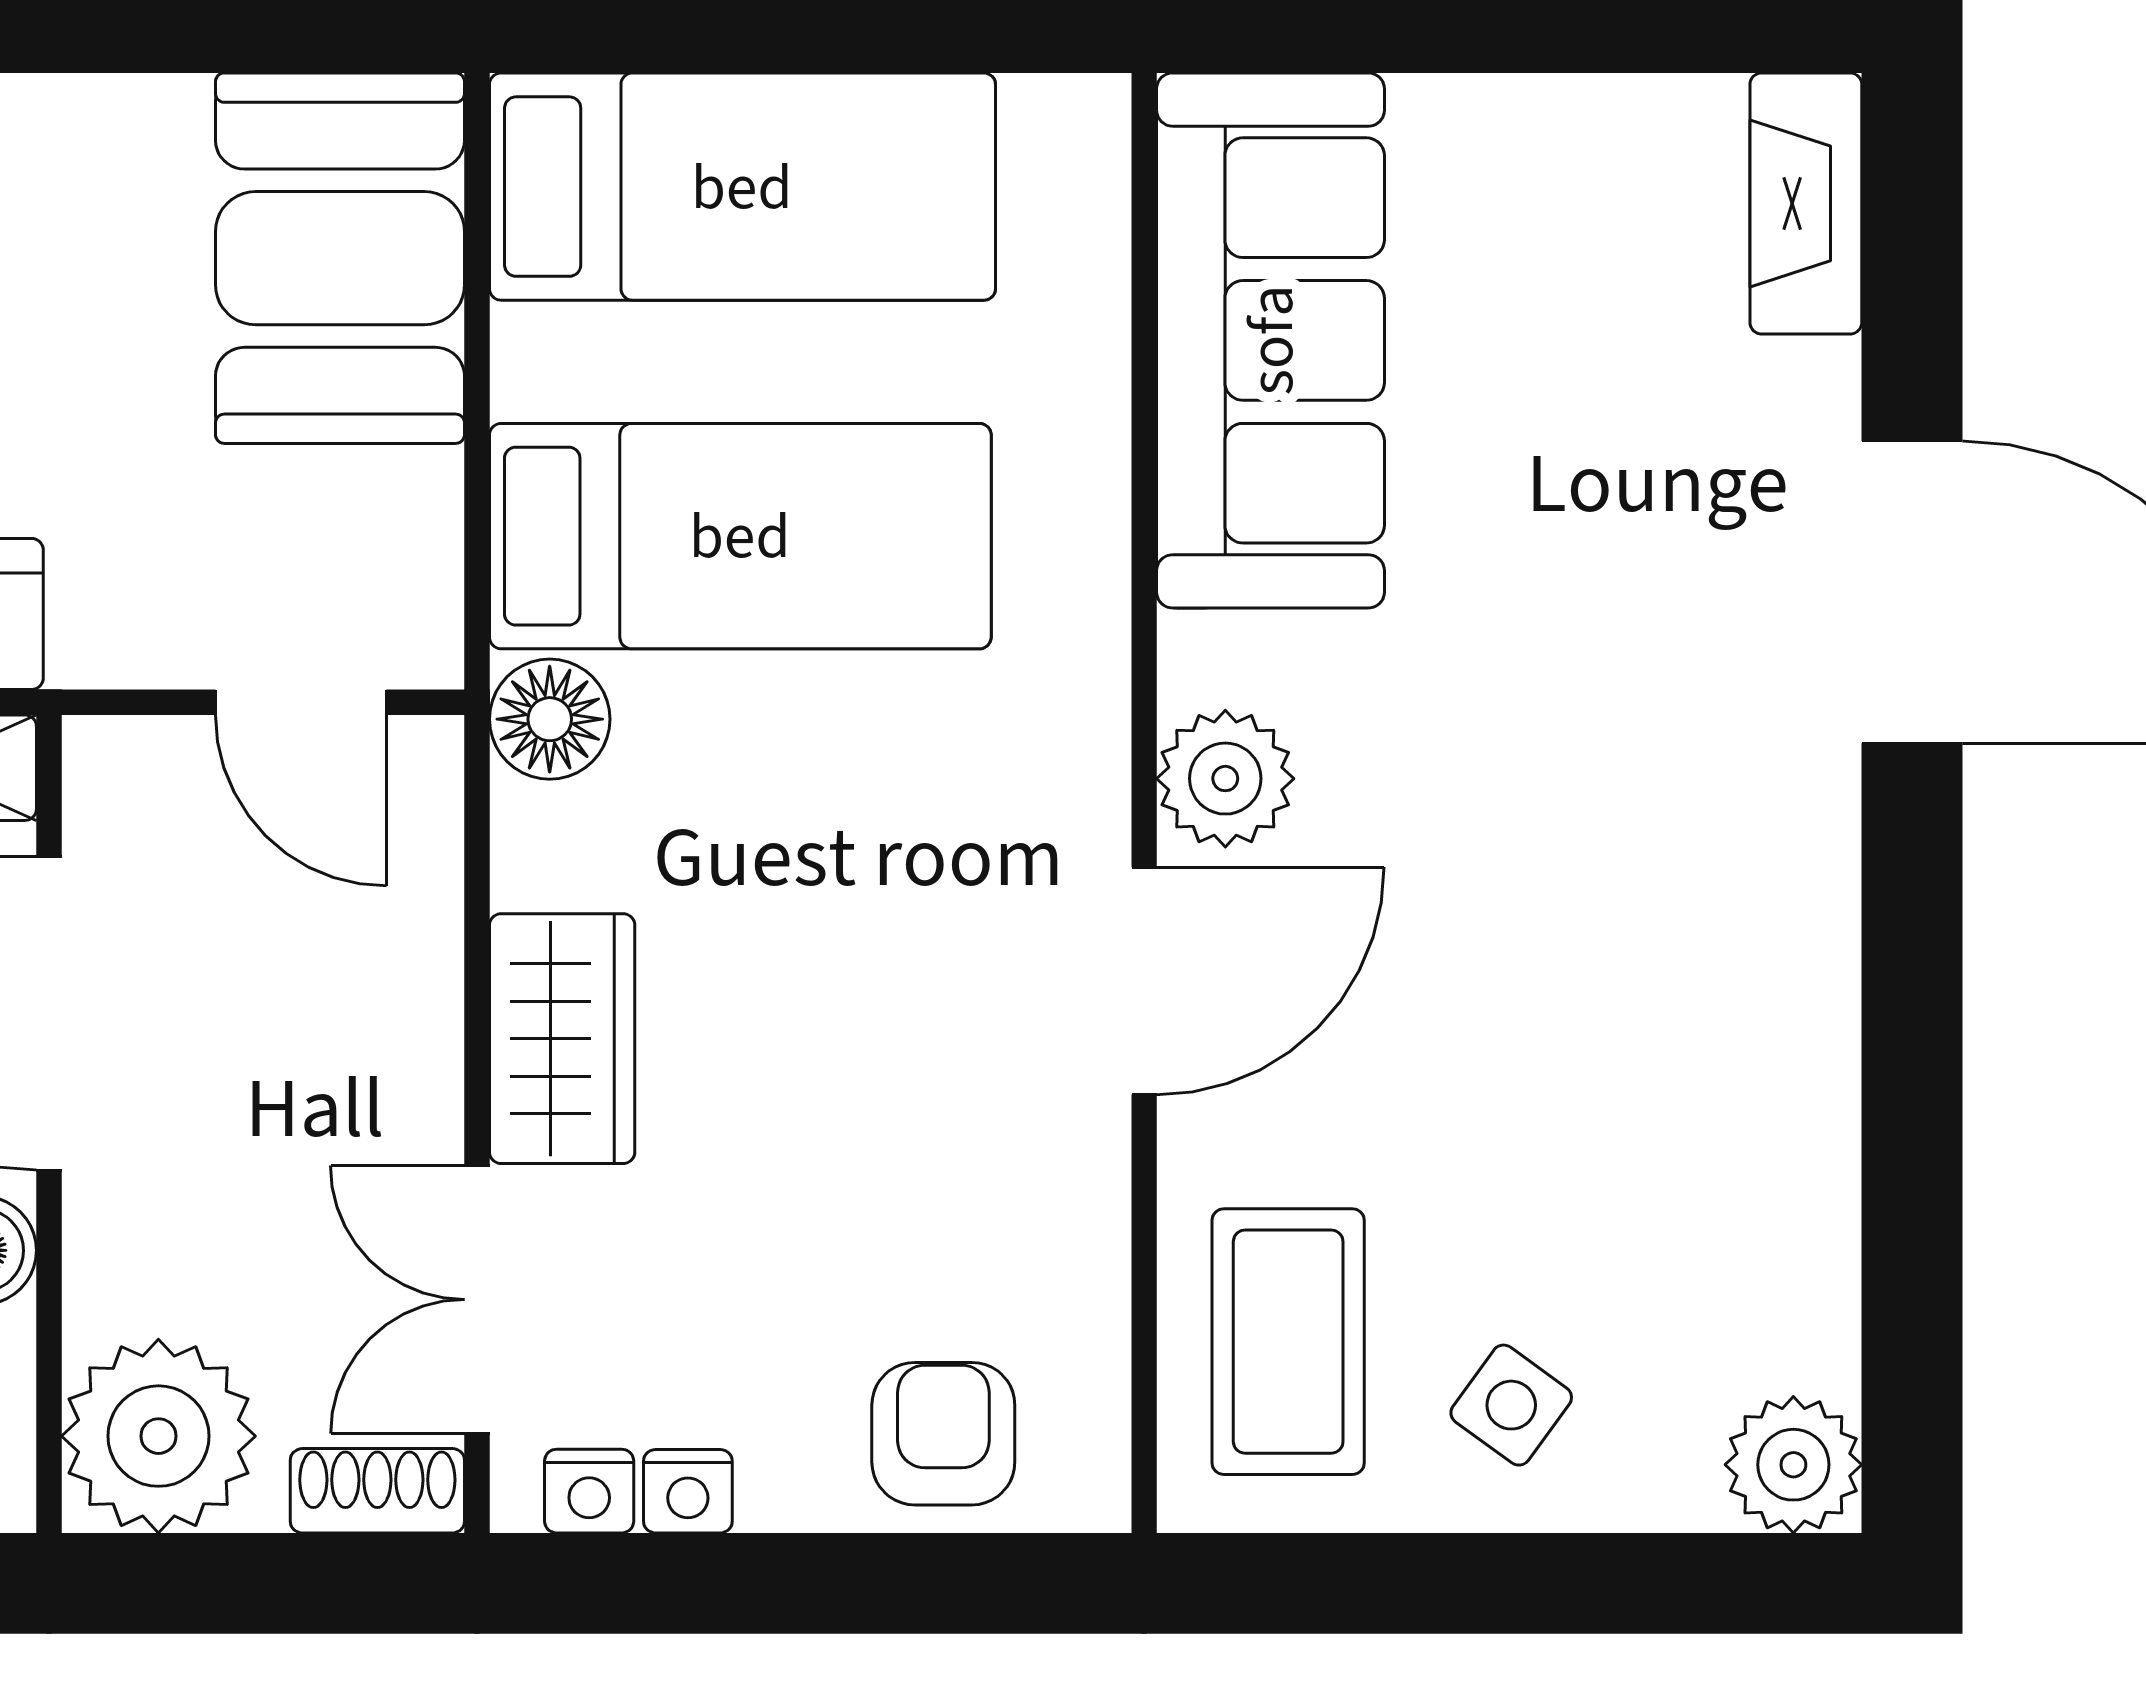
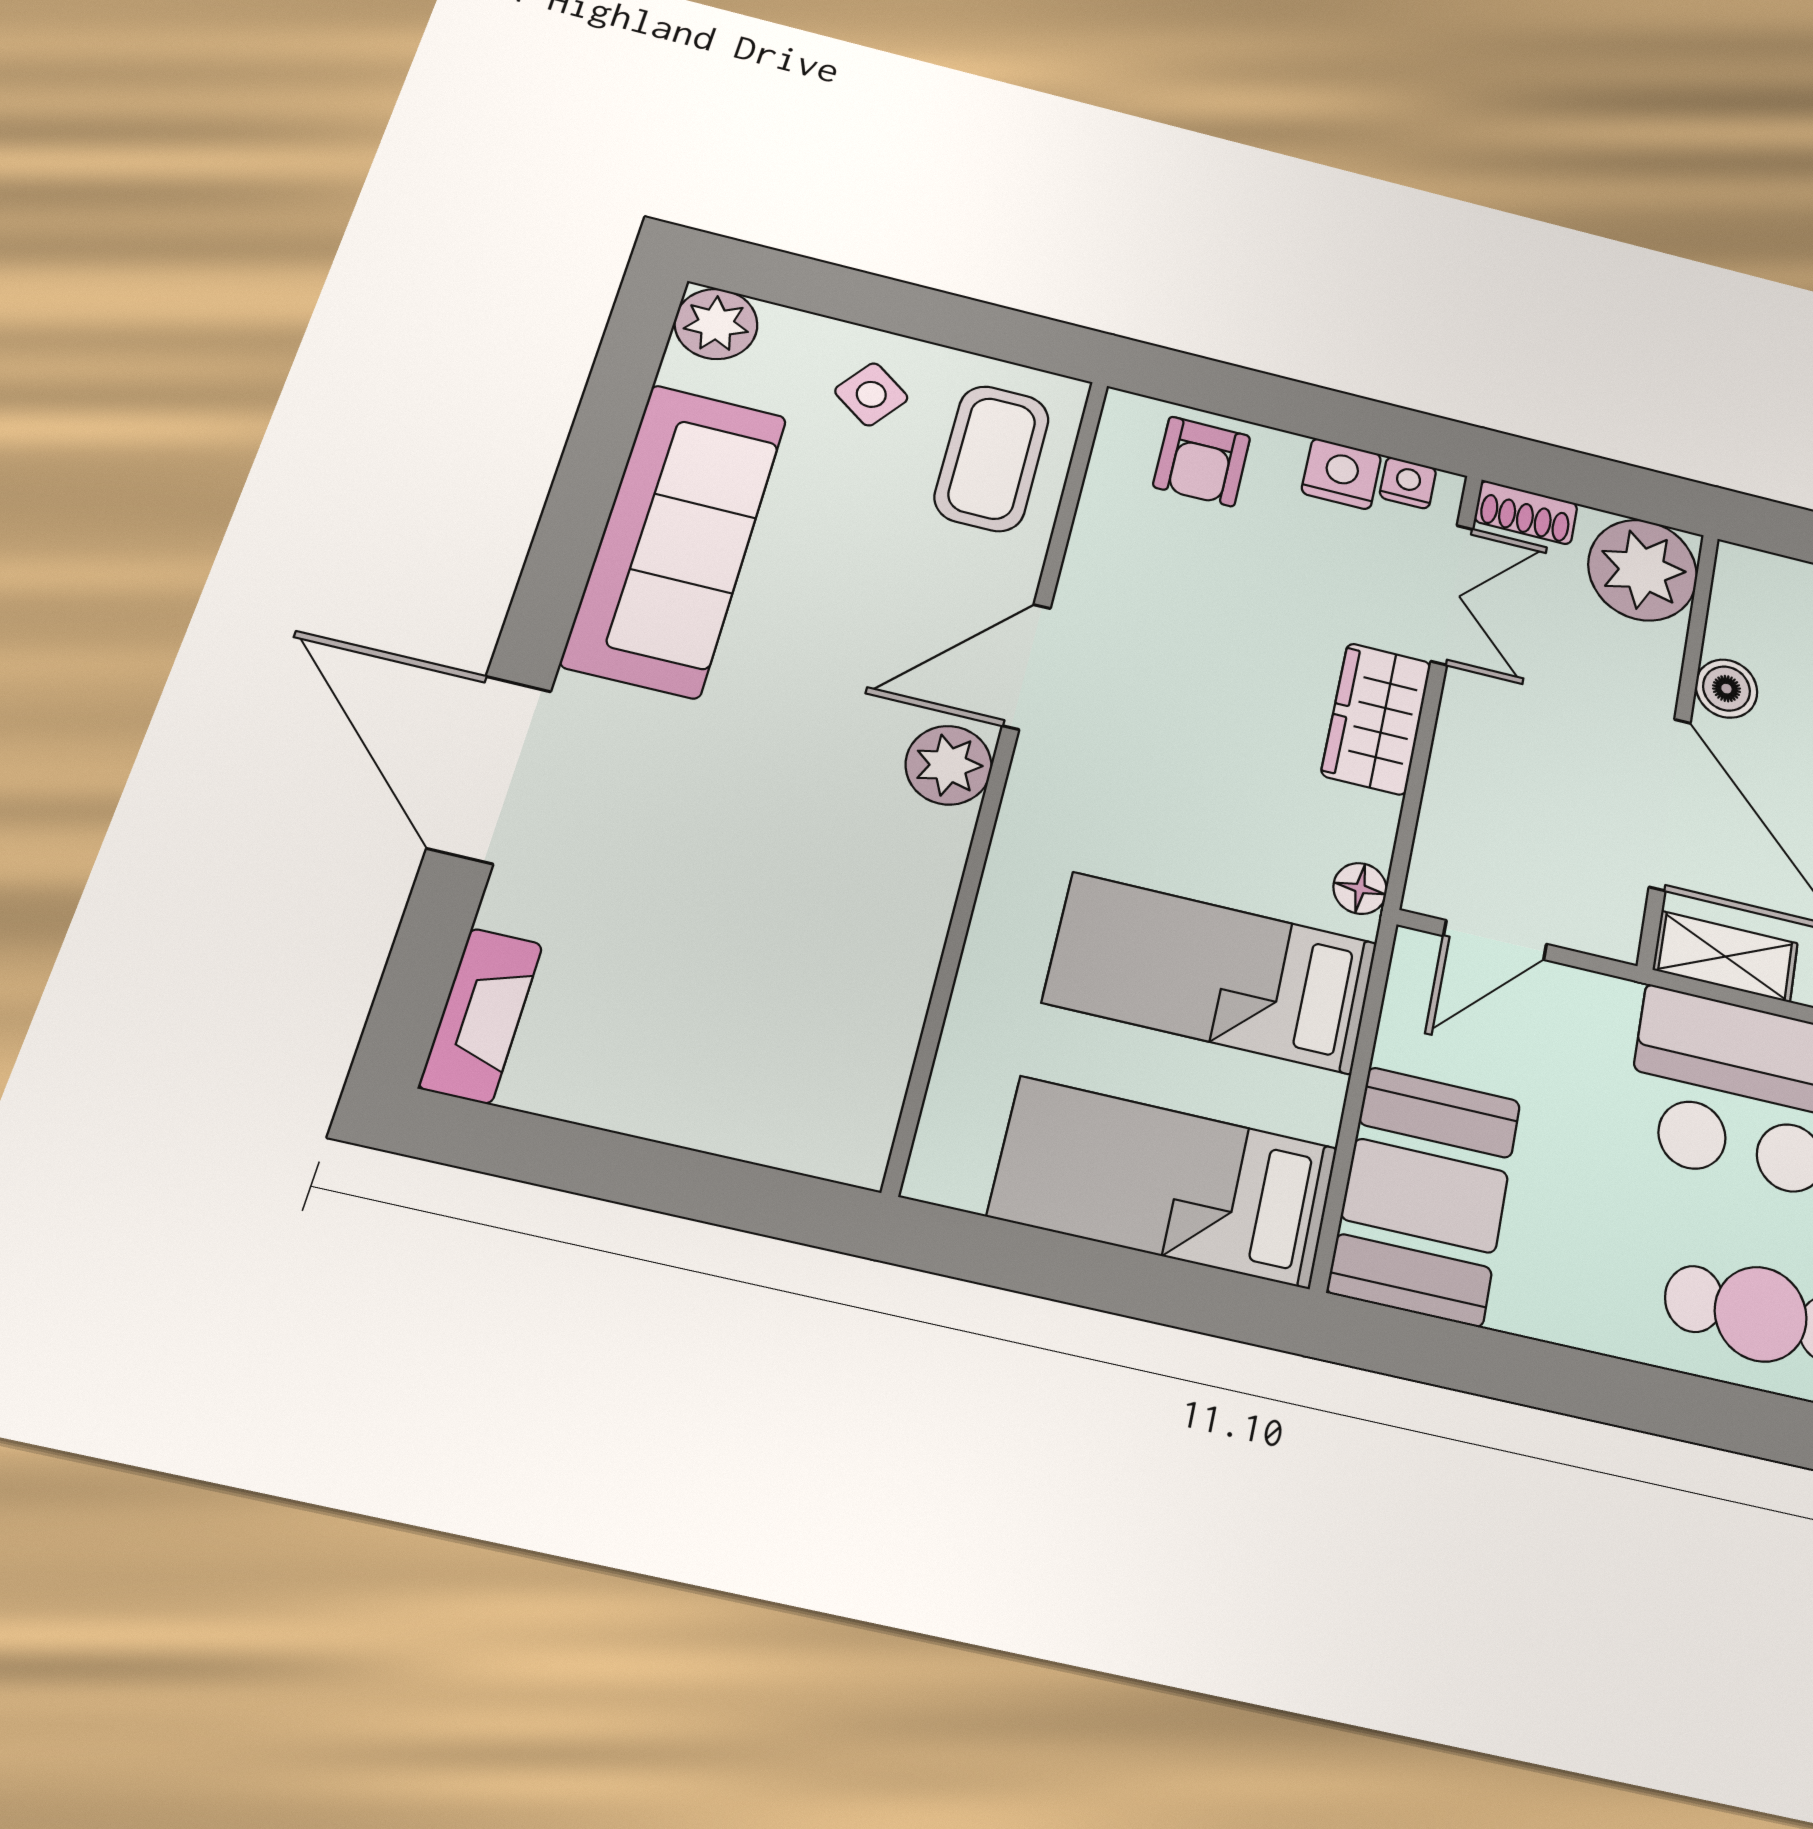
sofa: (1271, 340) -> (675, 539), moved, turned 180
door: (301, 702) -> (1495, 940), swing flipped
floor lamp: (550, 719) -> (1360, 888), width x0.73, depth x0.73
nightstand: (688, 1491) -> (1341, 474), width x1.39, depth x1.35

